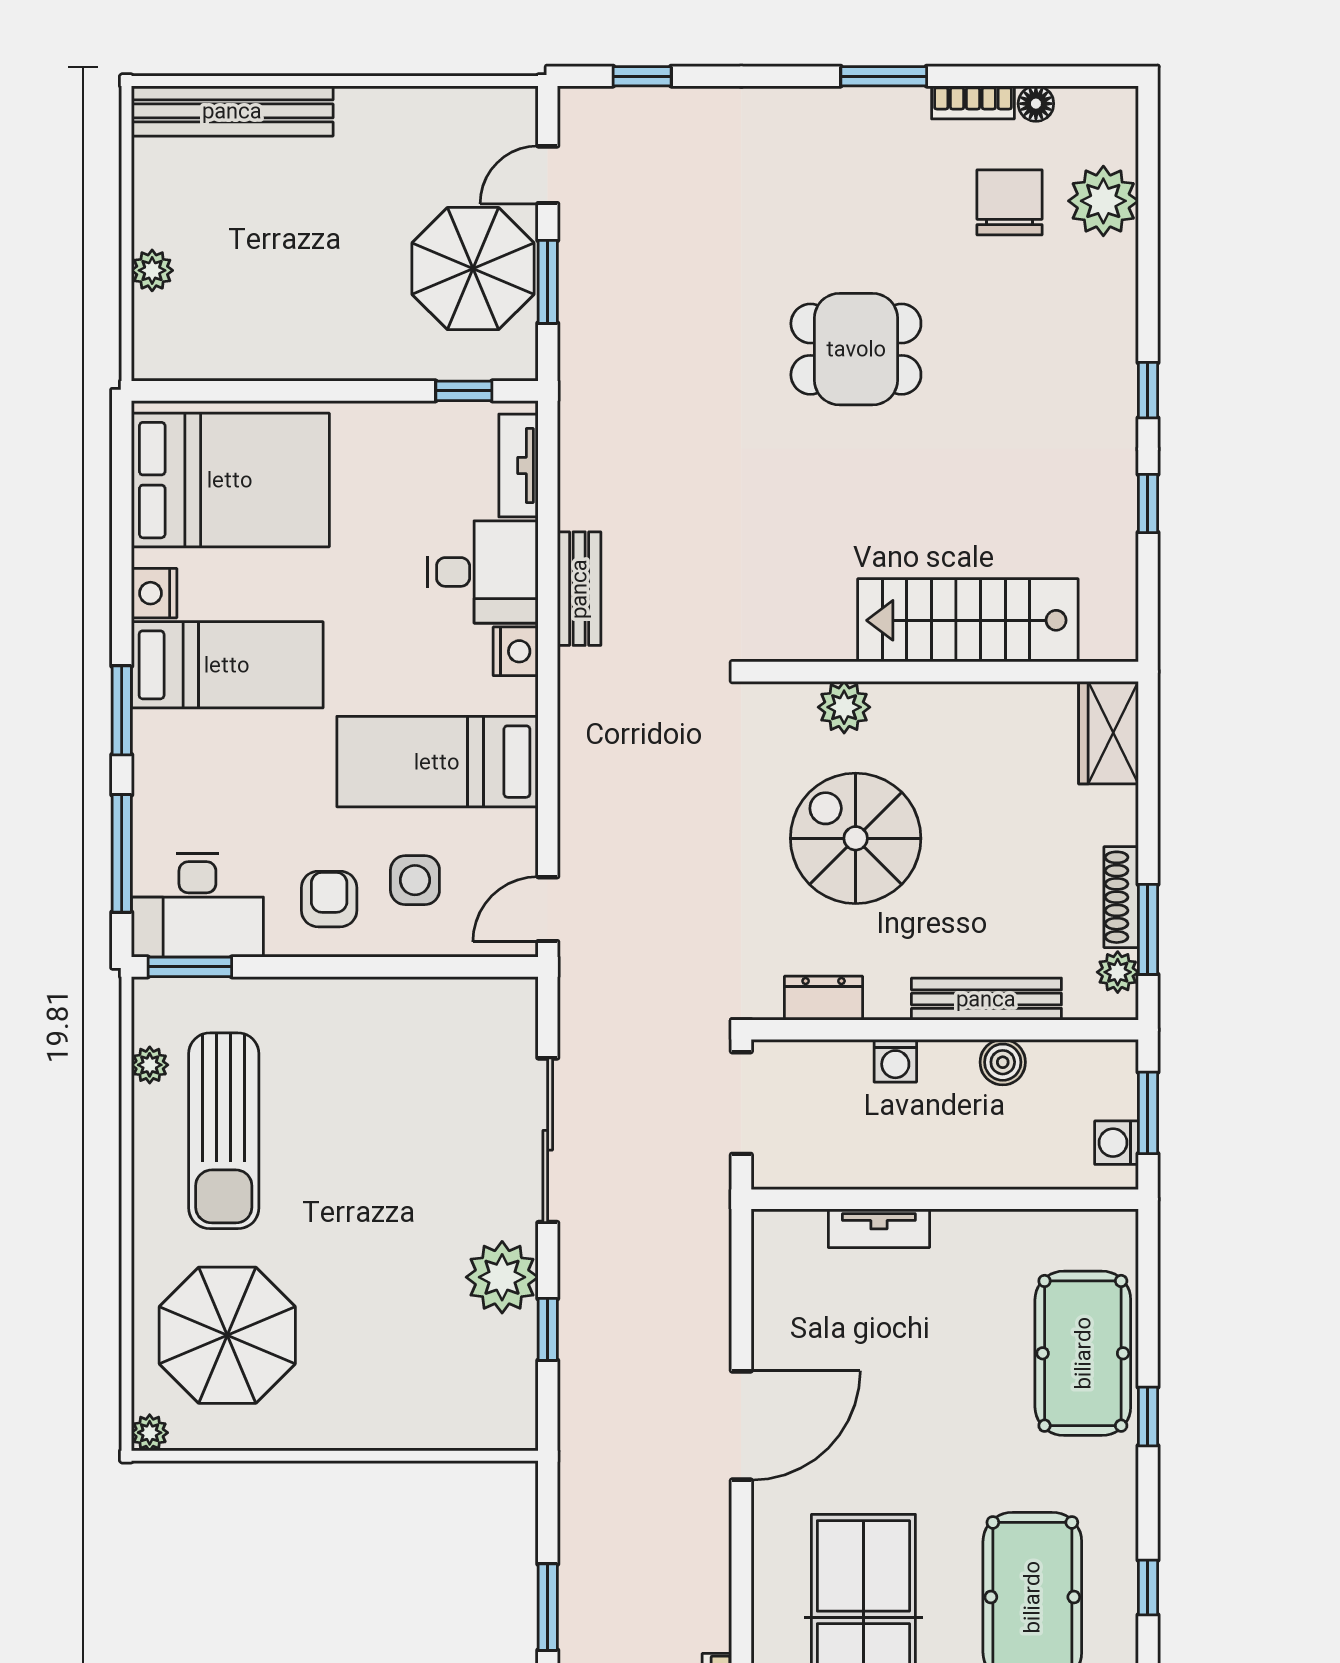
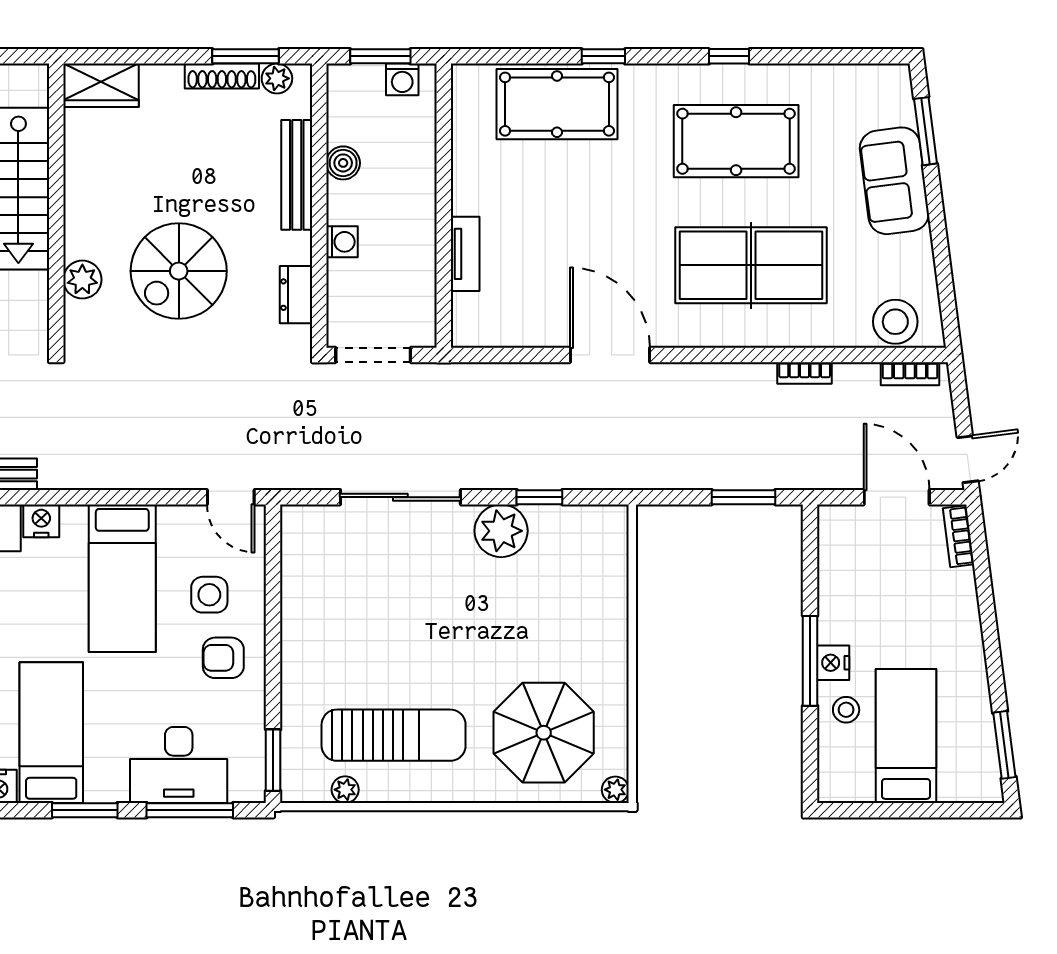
desk: (197, 905) -> (179, 765), moved, turned 90

